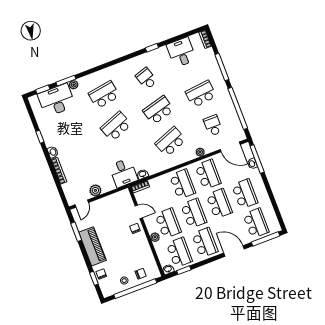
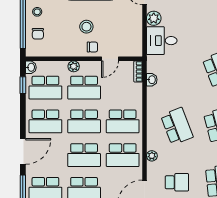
desk: (123, 173) -> (162, 41), moved
stool: (121, 239) -> (86, 27), added

